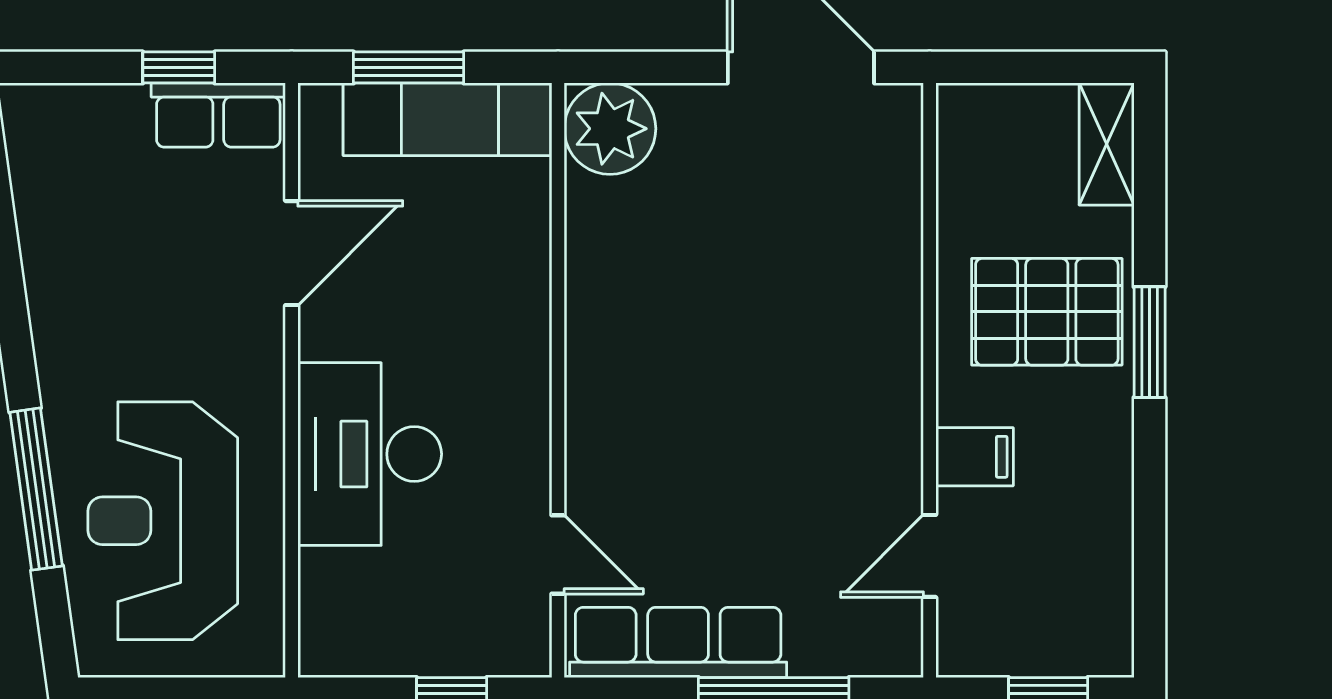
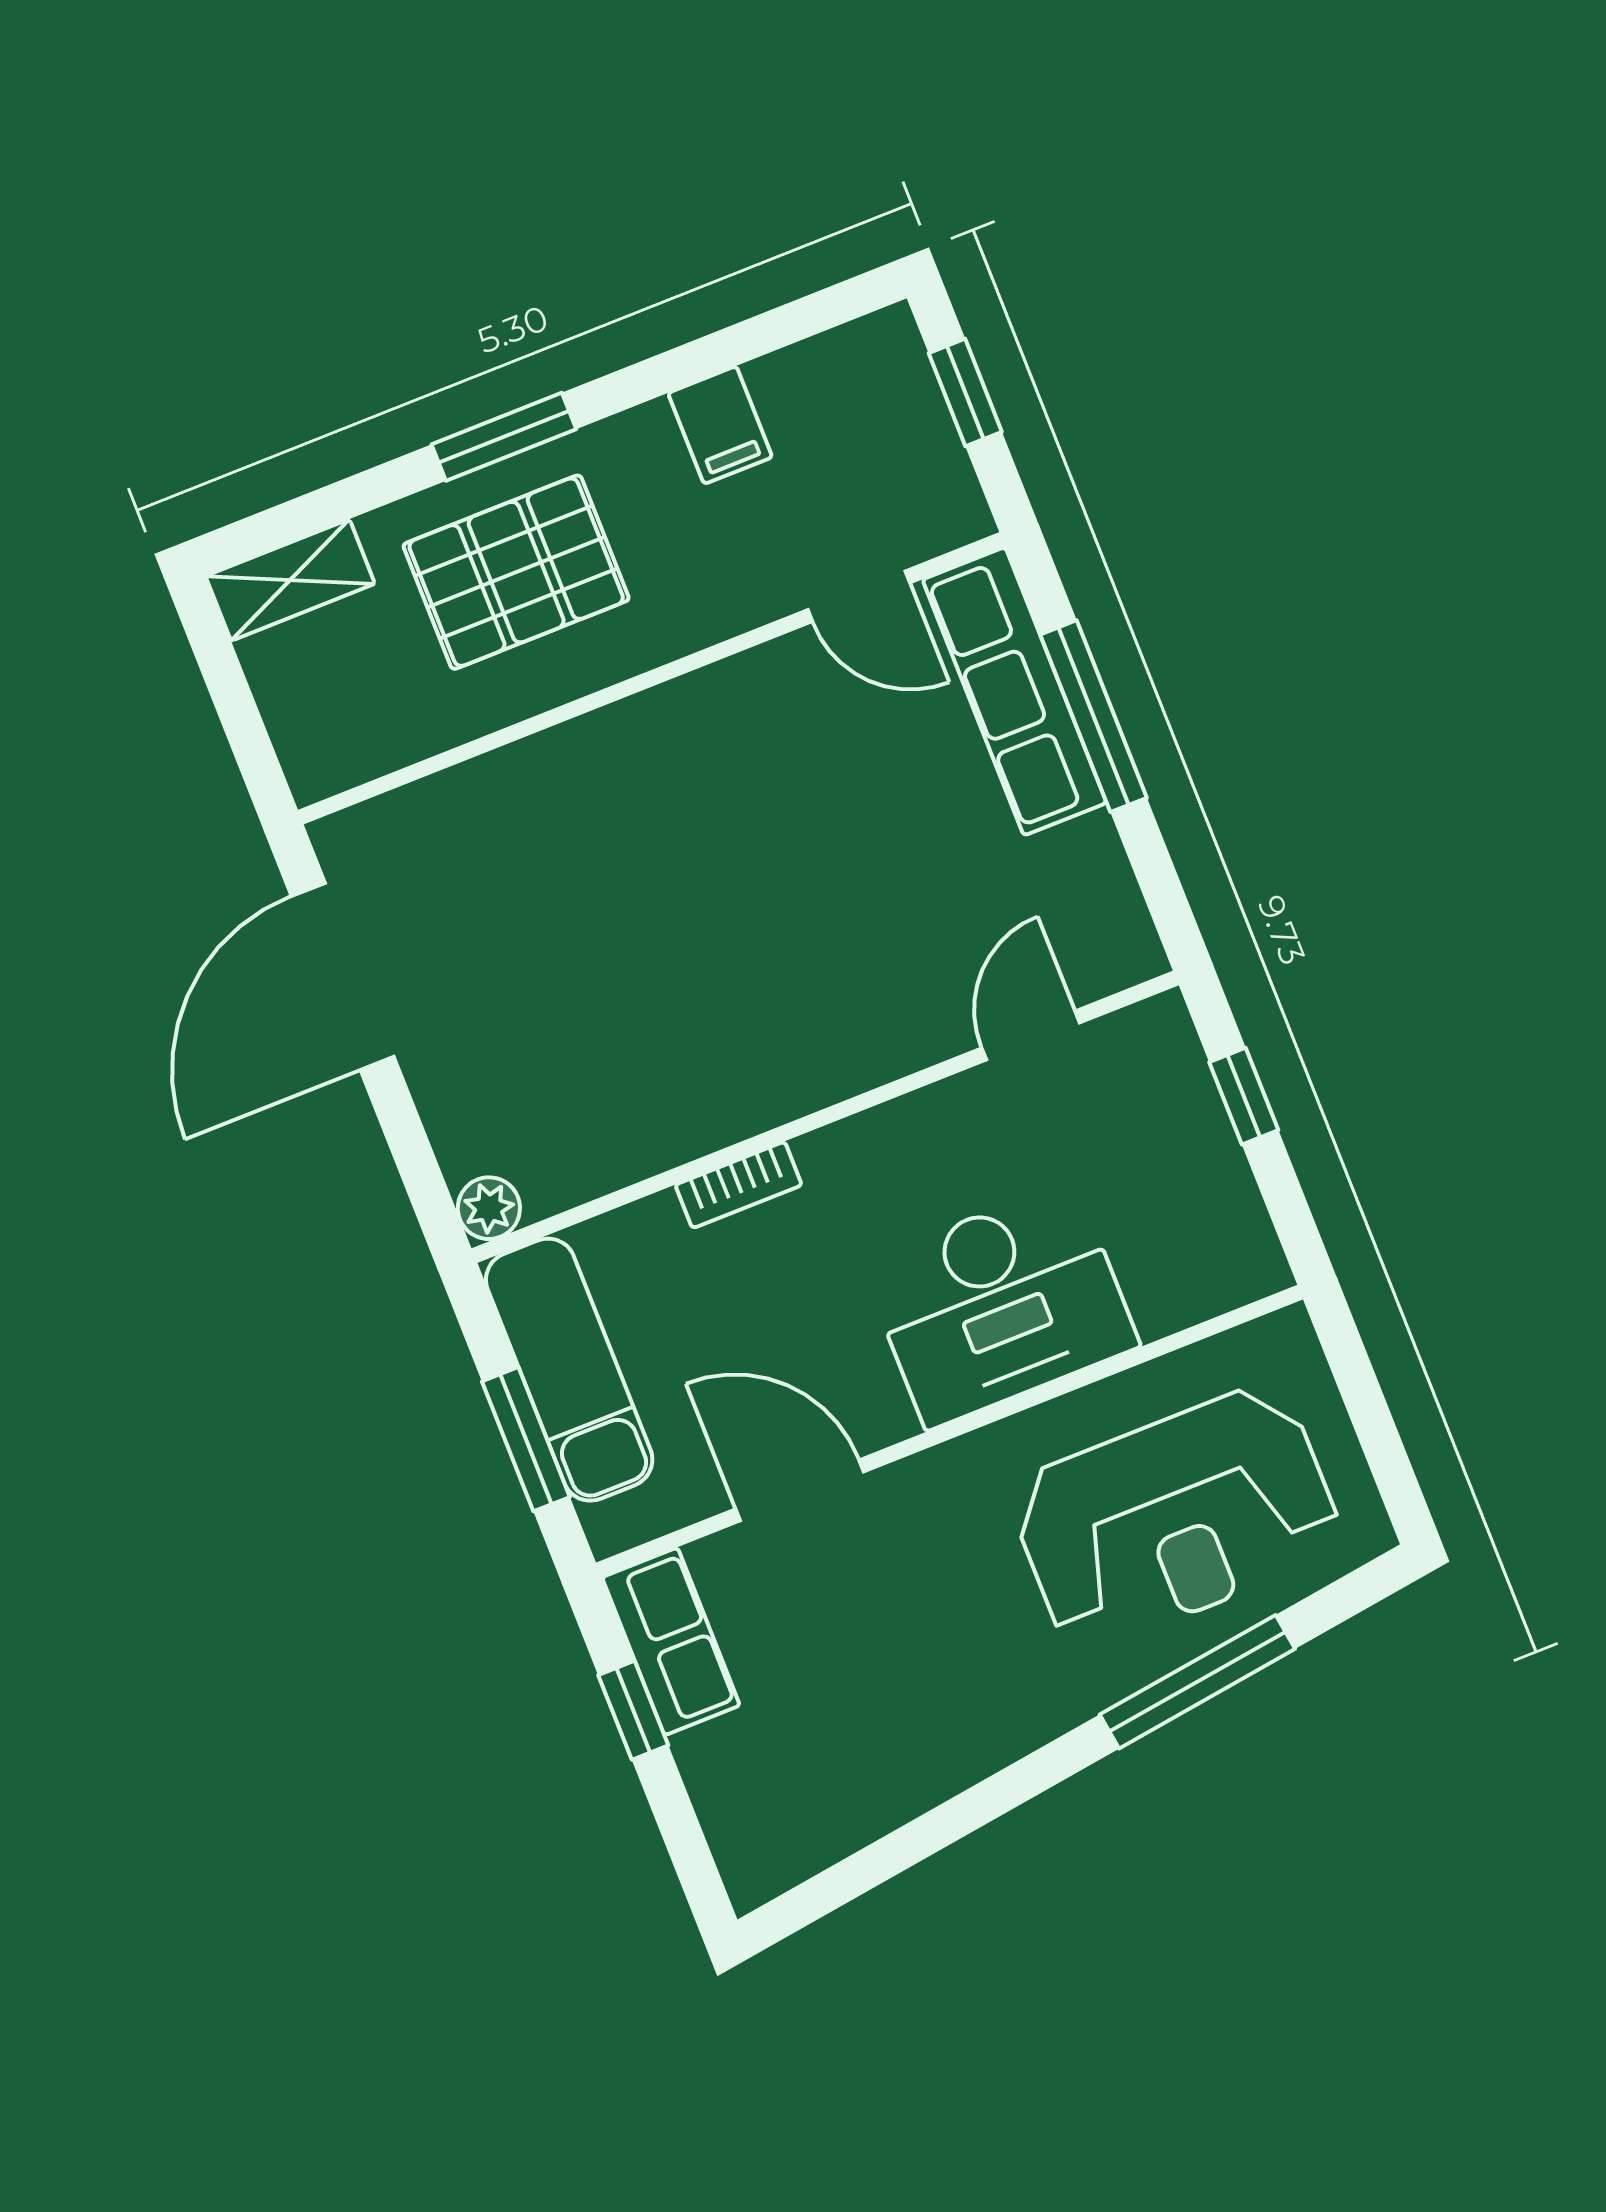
plant: (610, 129) -> (489, 1208), width x0.53, depth x0.53
bookcase: (533, 297) -> (739, 1185), added
pallet: (1047, 312) -> (516, 572), turned 90
filing cabinet: (975, 457) -> (720, 425), moved, turned 180
row of seats: (678, 642) -> (1014, 691), moved

